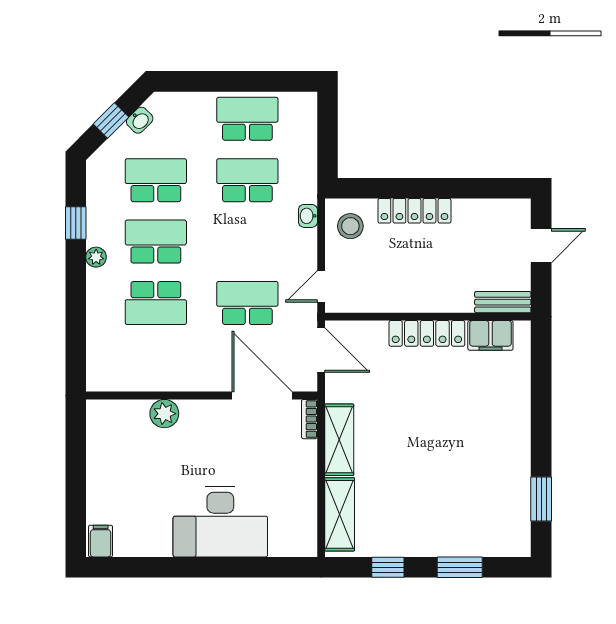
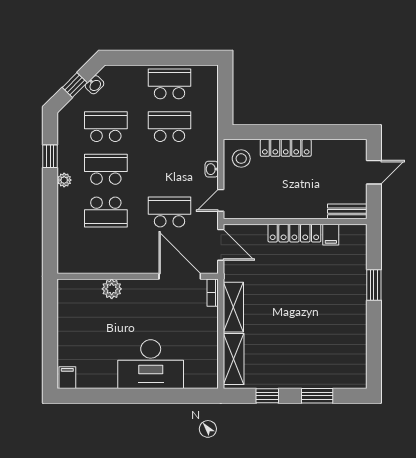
washbasin: (308, 216) -> (212, 169), moved
filing cabinet: (490, 335) -> (331, 235), width x0.50
window: (541, 499) -> (374, 285), moved

